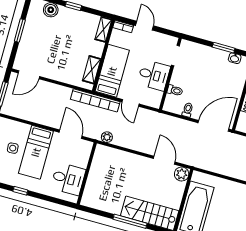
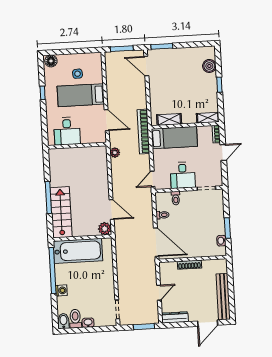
window: (20, 31) -> (162, 46), moved
door: (130, 103) -> (153, 179), moved
door: (71, 134) -> (107, 120), hinge flipped
door: (164, 160) -> (112, 209), hinge flipped

